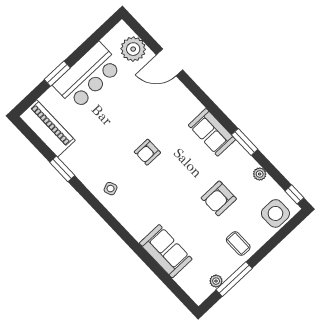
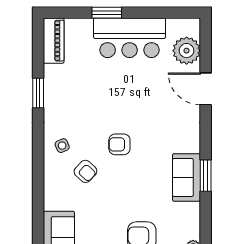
piano: (47, 128) -> (54, 41), width x0.73, depth x0.75
window: (245, 142) -> (206, 176), moved
armchair: (142, 191) -> (85, 171), added

